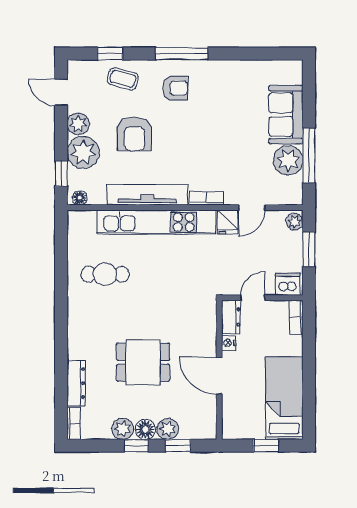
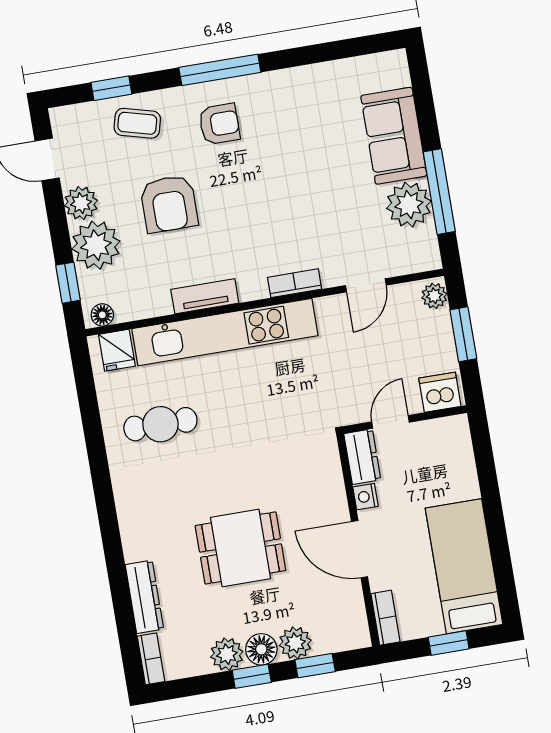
tv unit: (147, 195) -> (205, 296), width x0.52, depth x0.78
fridge: (228, 222) -> (117, 350), moved
bookcase: (296, 317) -> (385, 618), moved, turned 180

